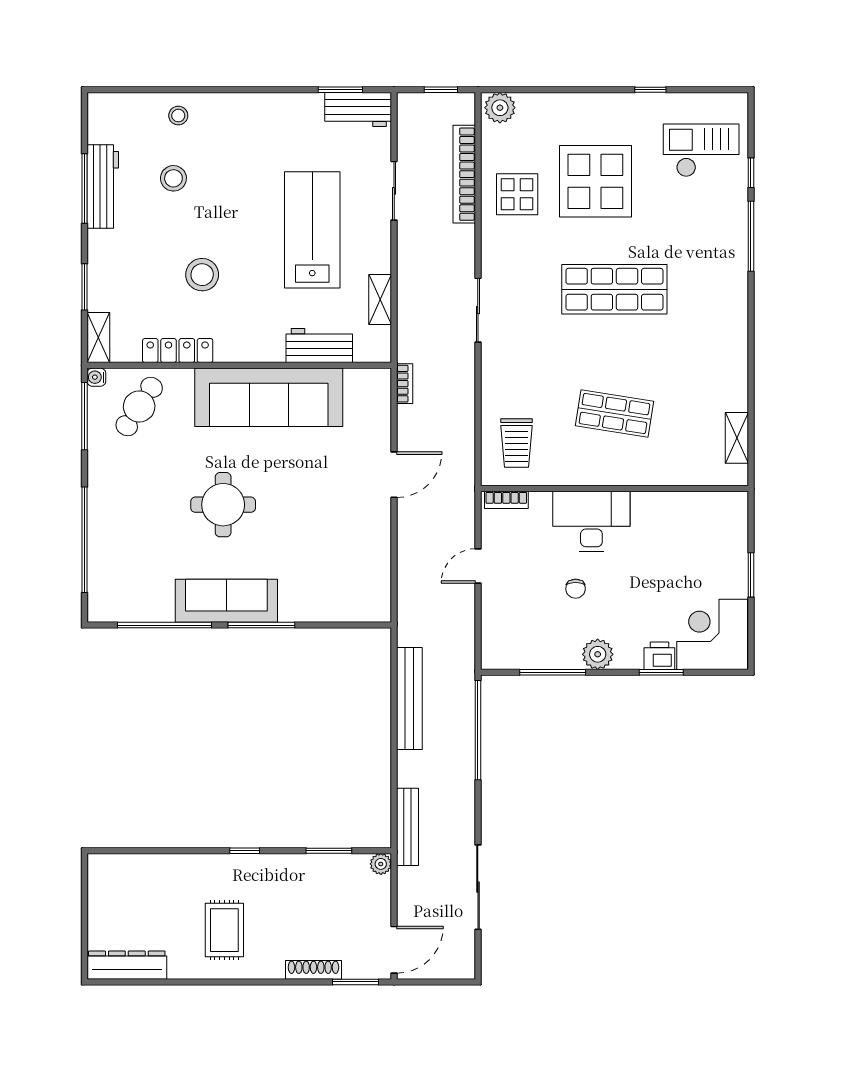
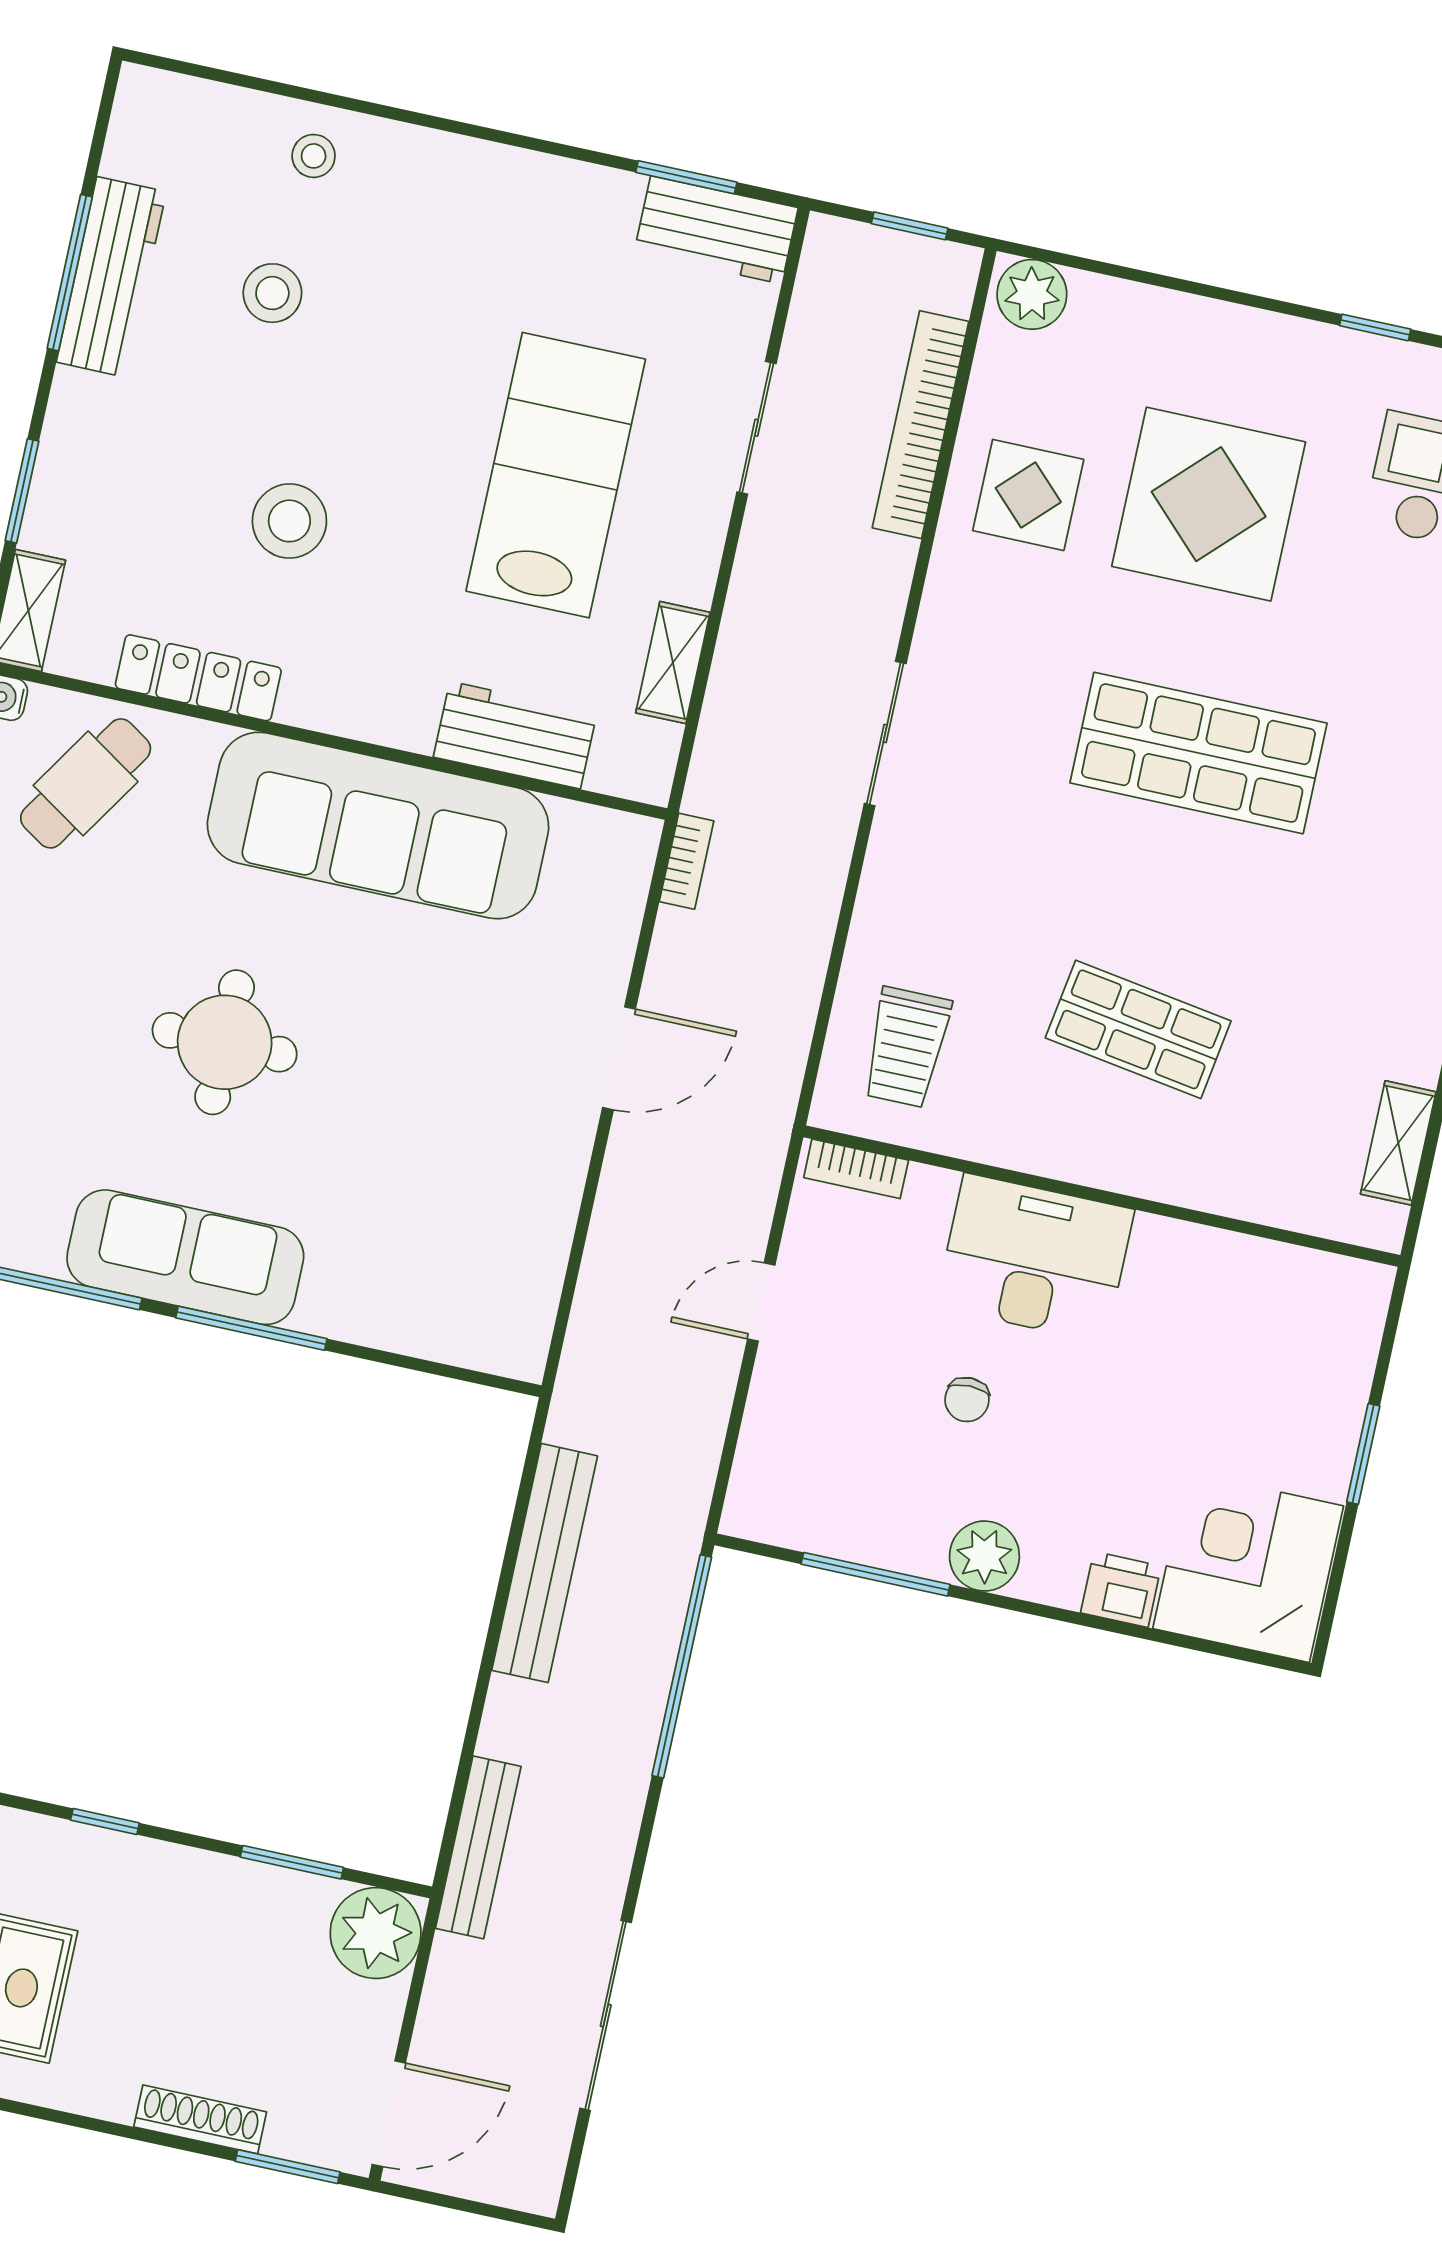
window: (661, 672) -> (1117, 1627), removed
plant: (381, 864) -> (376, 1933), width x1.87, depth x1.87

